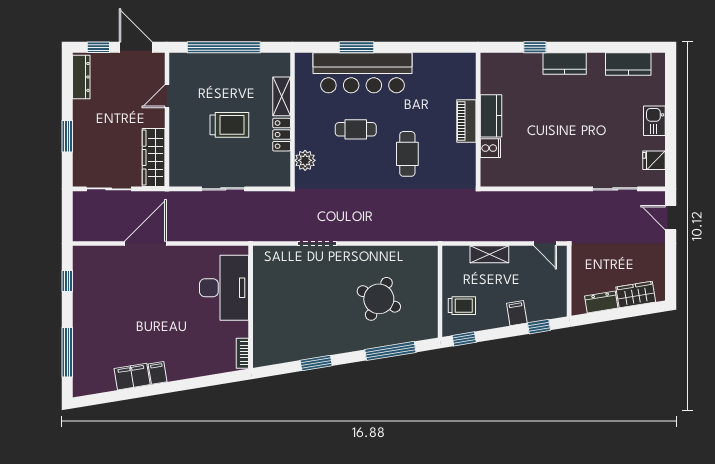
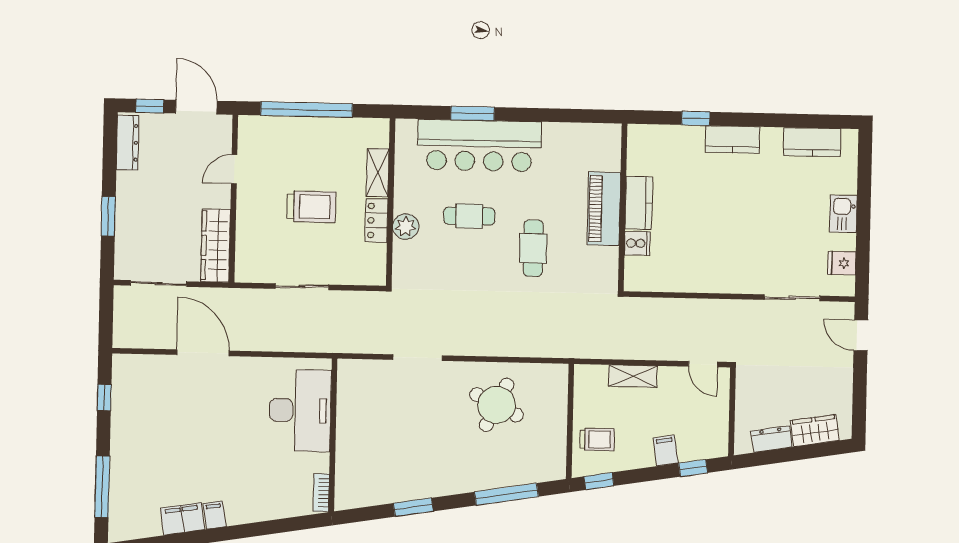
piano: (466, 121) -> (604, 209), width x1.37, depth x1.33
plant: (305, 160) -> (406, 227), moved
door: (145, 243) -> (203, 353), hinge flipped
round table: (379, 299) -> (497, 405), moved

